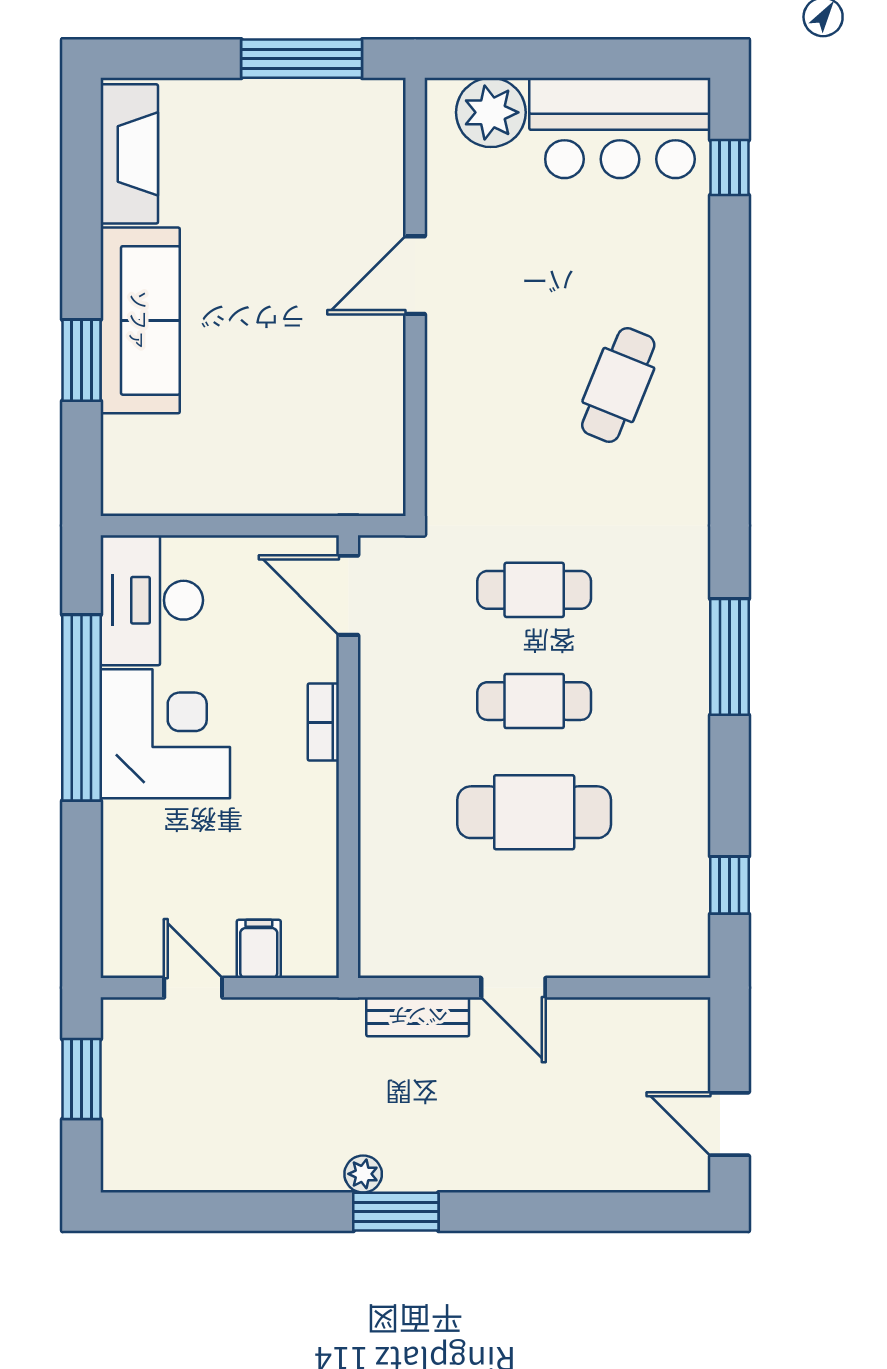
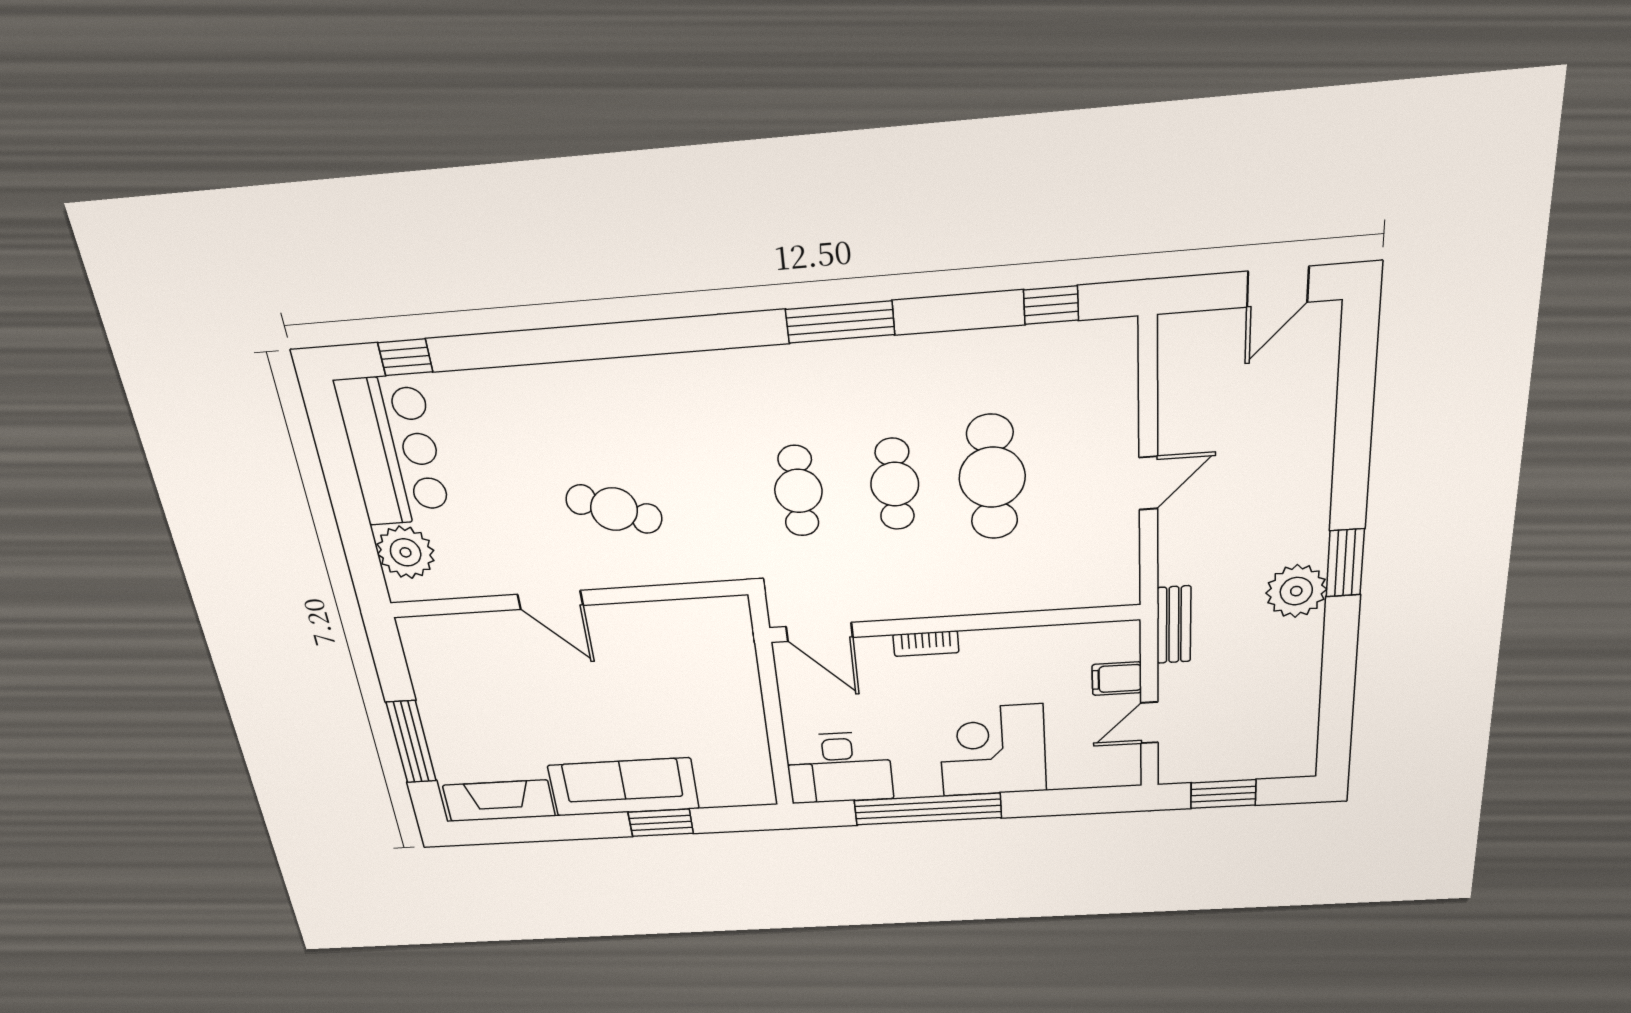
window: (302, 59) -> (411, 742), moved
cafe table: (618, 385) -> (614, 509), moved
door: (348, 595) -> (819, 632), hinge flipped
corner desk: (165, 734) -> (993, 750), moved
bench: (418, 1017) -> (1174, 625), moved
plant: (363, 1174) -> (1296, 591), width x1.87, depth x1.87

